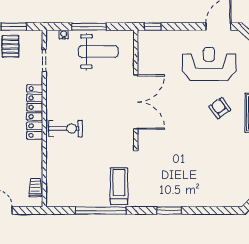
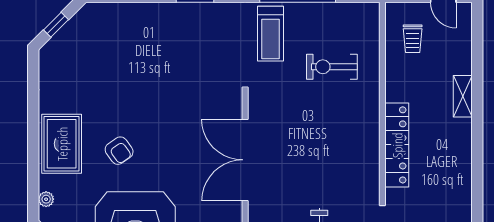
exercise bike: (65, 129) -> (332, 67), moved
trolley: (35, 187) -> (413, 39), moved

